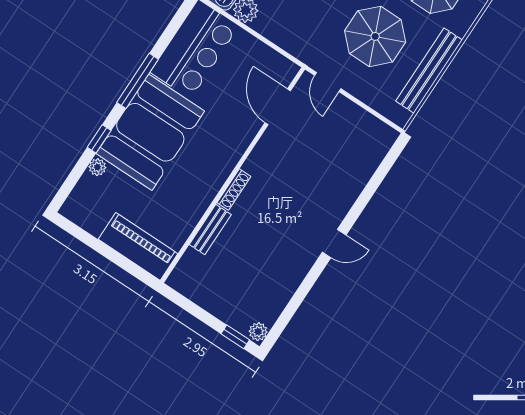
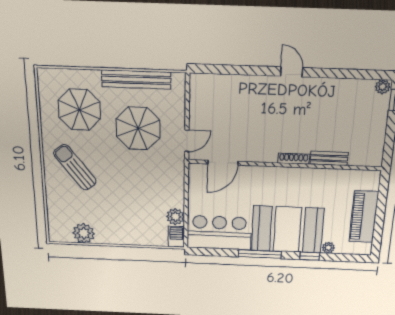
piano: (138, 246) -> (364, 217), moved

